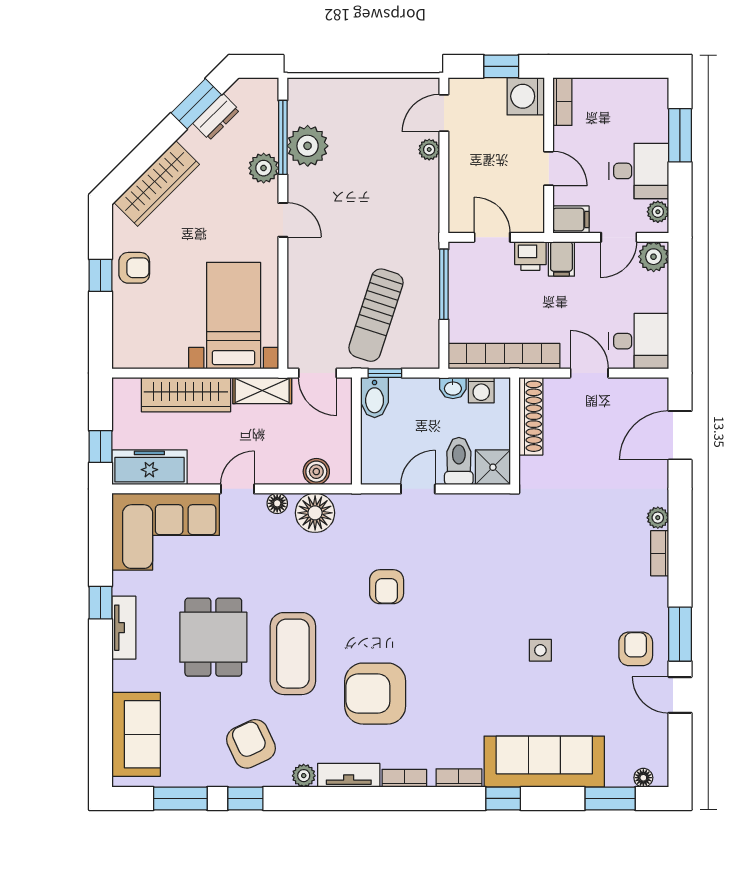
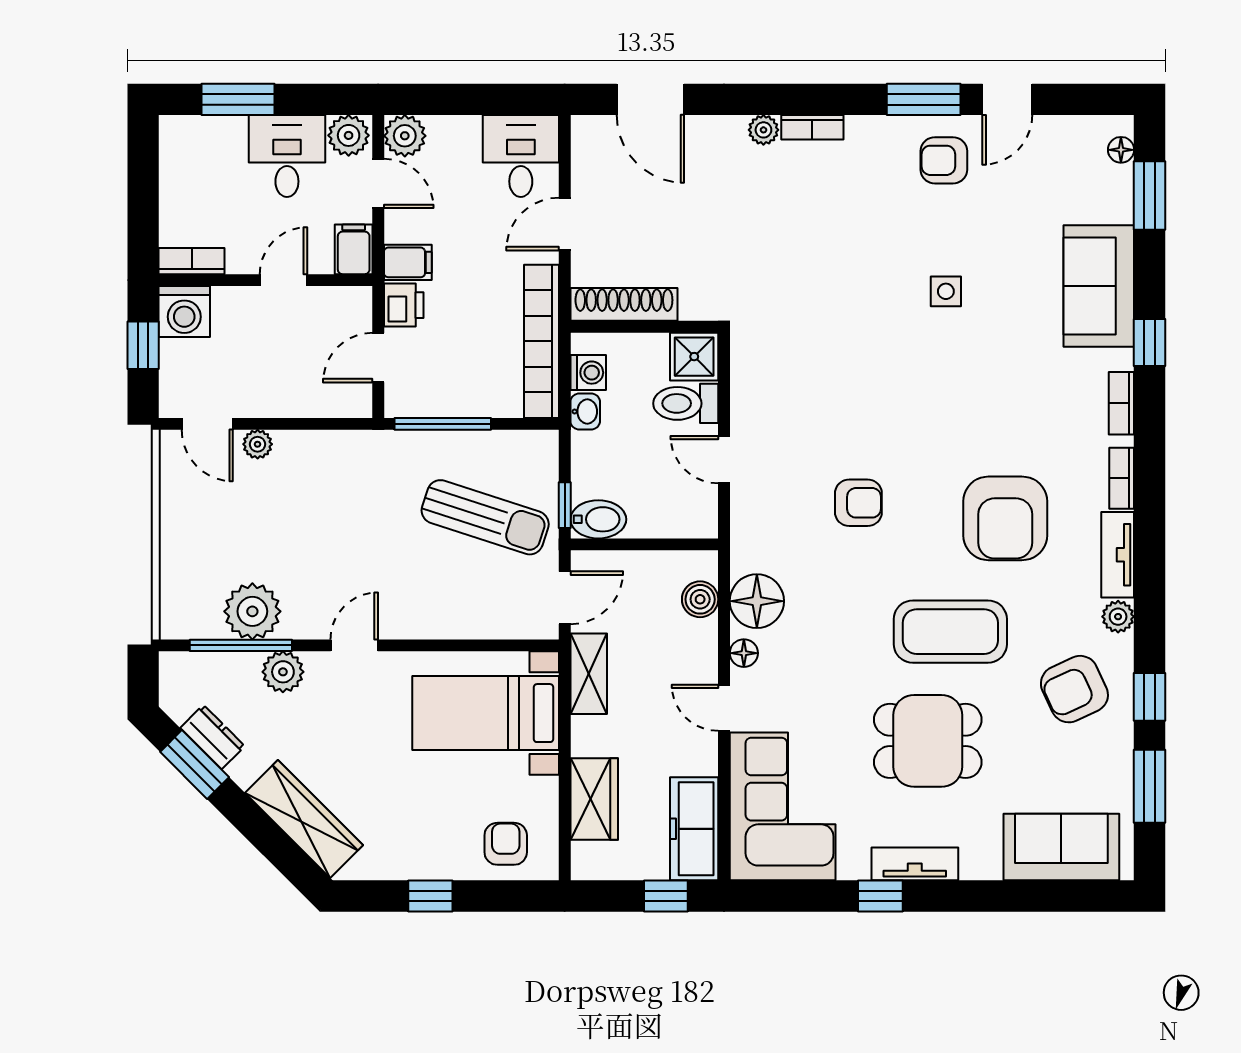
plant: (658, 212) -> (349, 135), width x1.38, depth x1.38
armchair: (134, 268) -> (506, 844), moved
wardrobe: (186, 395) -> (594, 799), width x0.67
sofa: (544, 762) -> (1099, 286), width x0.73

